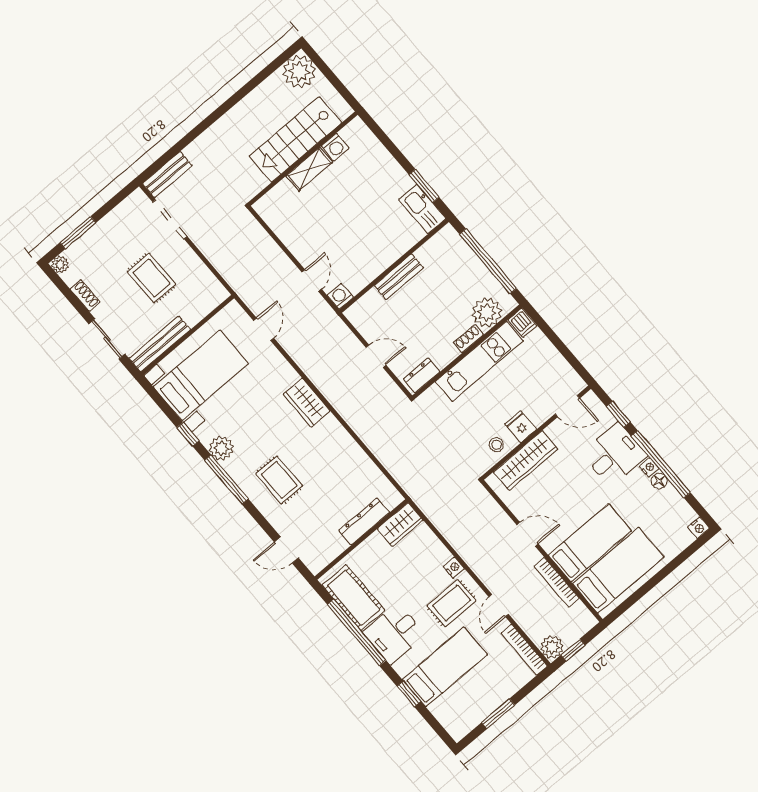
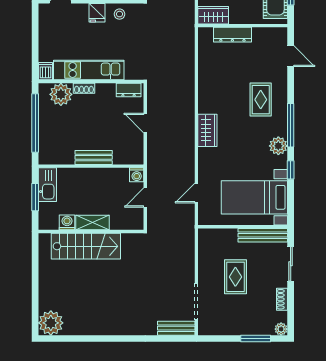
stairs: (295, 139) -> (86, 246), moved
washing machine: (335, 147) -> (67, 222), moved
wall: (303, 159) -> (91, 232), moved
shelving: (309, 169) -> (92, 222), moved

